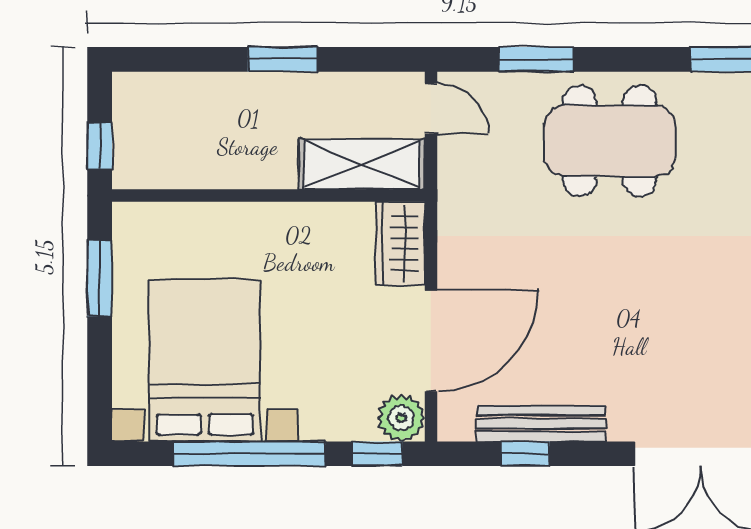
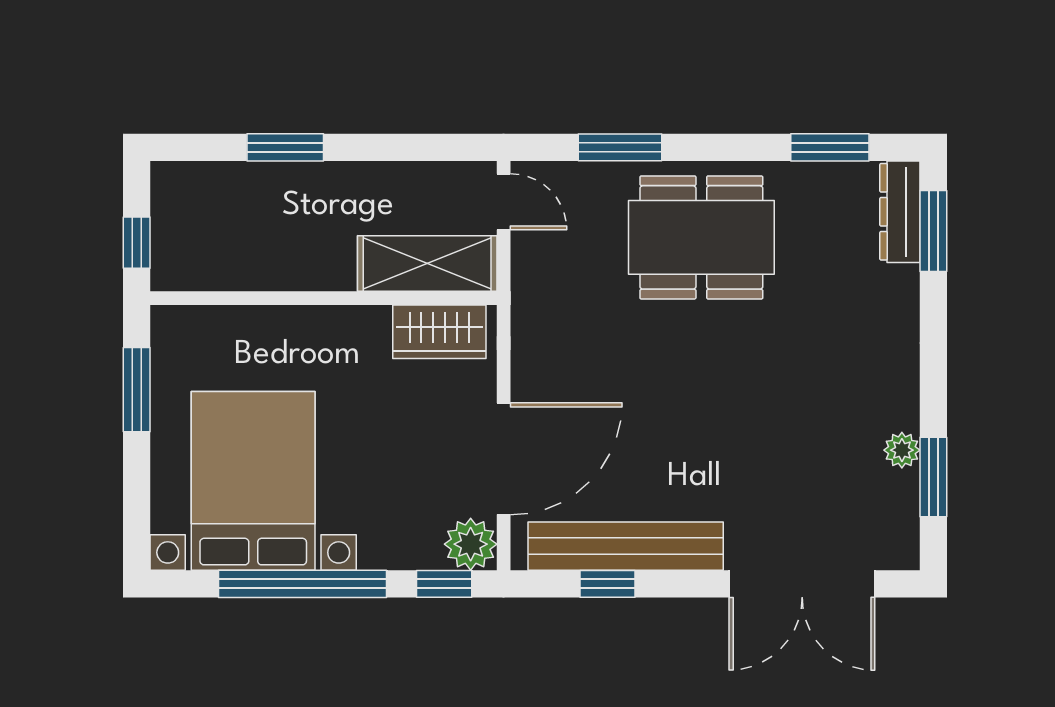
window: (283, 59) -> (285, 147), moved
wardrobe: (400, 244) -> (439, 332), moved, turned -90
bench: (541, 423) -> (626, 546), width x1.37, depth x1.21

